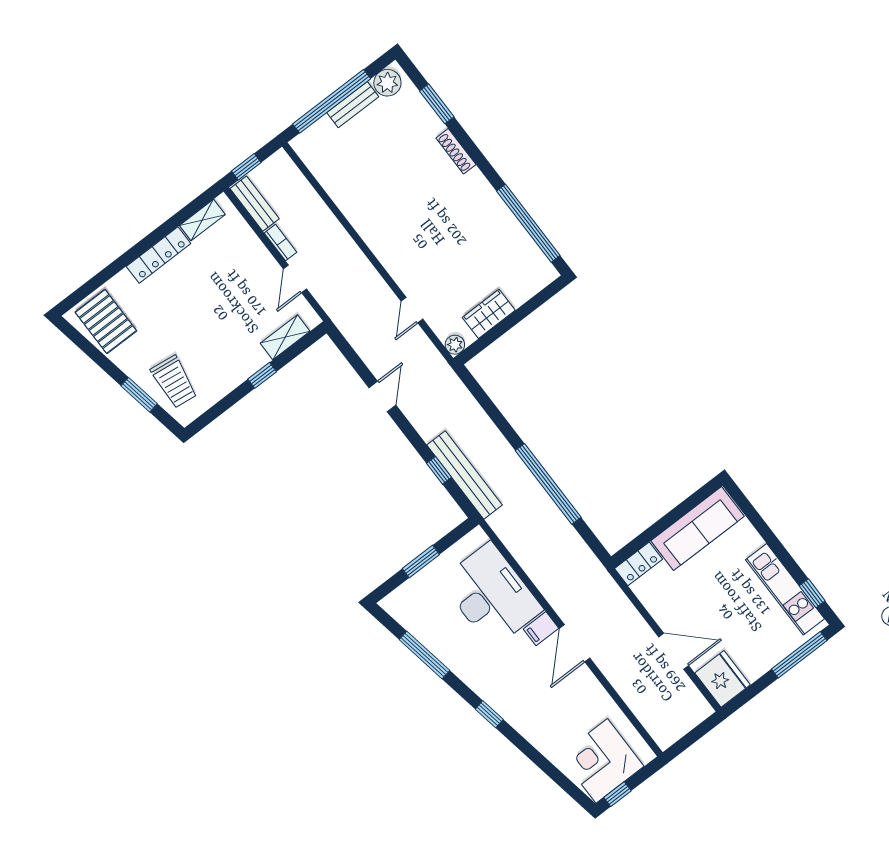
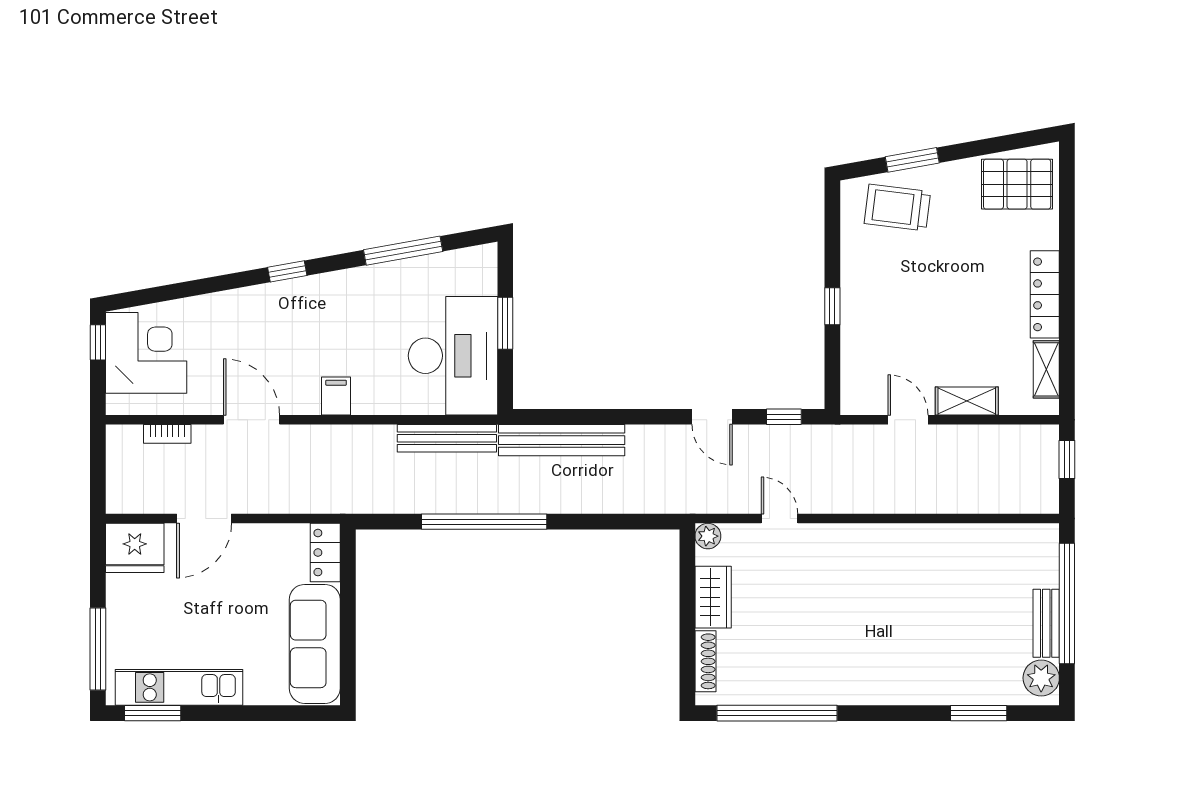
shoe rack: (456, 151) -> (705, 661), moved, turned 90
bench: (255, 204) -> (447, 438), moved, width x1.36
bookcase: (280, 243) -> (167, 434), moved
shelving: (285, 337) -> (967, 401), moved, turned 90
window: (439, 470) -> (784, 417), moved
window: (812, 593) -> (153, 713), width x1.50
desk: (491, 595) -> (453, 356), moved, turned -90
door: (575, 643) -> (252, 420), moved

